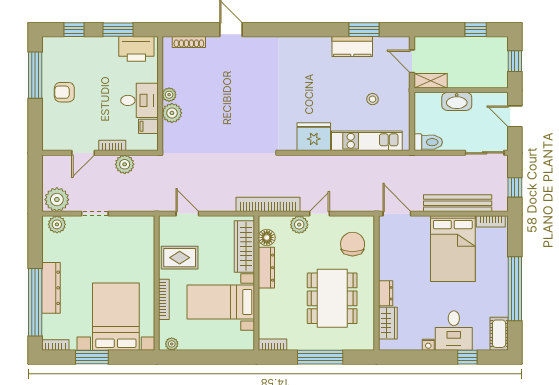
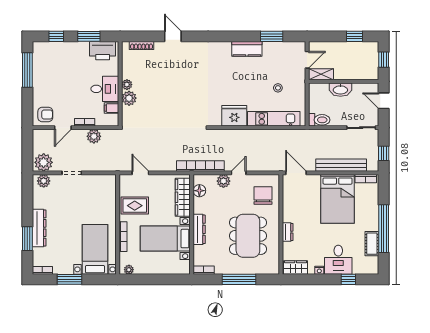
kitchen counter: (352, 47) -> (247, 49), moved
door: (412, 61) -> (307, 60), swing flipped
armchair: (64, 92) -> (45, 114), moved, turned 180
dresser: (266, 268) -> (199, 229), moved
window: (35, 302) -> (27, 239), width x0.47
bed with nightstands: (116, 317) -> (95, 249), width x0.73
wardrobe: (388, 323) -> (296, 268), moved, turned -90
cot: (499, 334) -> (372, 244), moved

